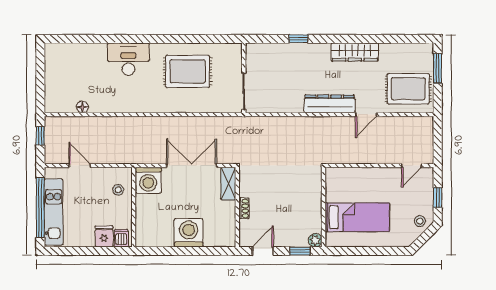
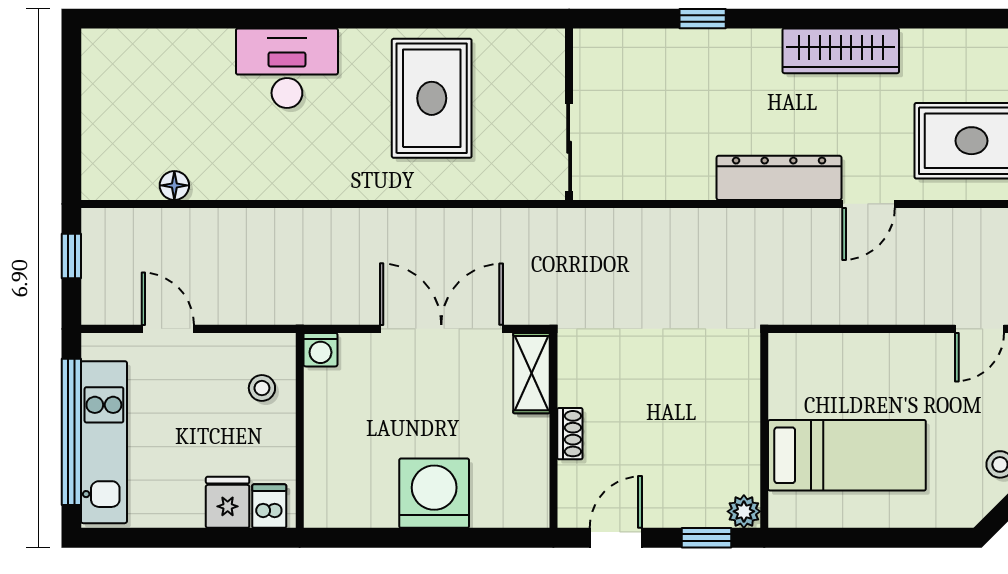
rug: (188, 71) -> (432, 98), turned 90
washing machine: (148, 180) -> (320, 350), width x0.53, depth x0.53

